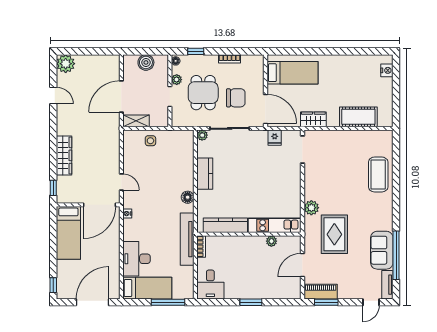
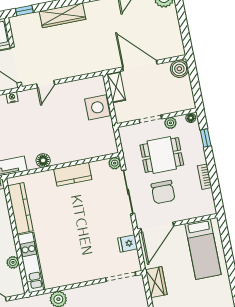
boiler: (146, 62) -> (179, 69), moved
side table: (150, 141) -> (97, 107), width x1.87, depth x1.87

